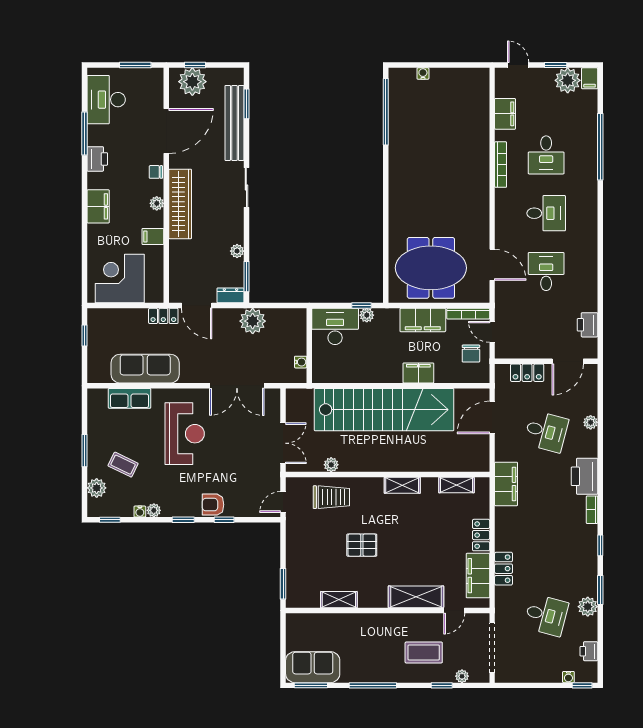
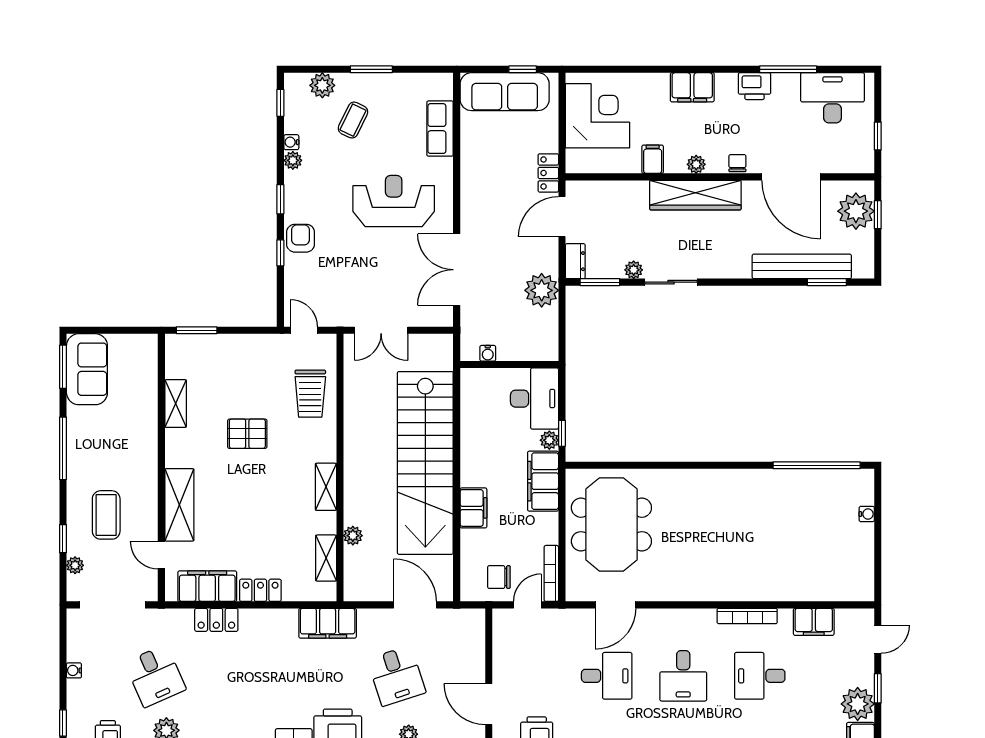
window: (135, 65) -> (878, 136), width x0.67
sliding door: (246, 187) -> (671, 282), moved
filing cabinet: (423, 320) -> (543, 481), moved
sofa: (145, 369) -> (505, 92), moved, turned 90
locker: (527, 373) -> (474, 651), removed
desk: (546, 432) -> (396, 676), turned -33
reception desk: (185, 434) -> (394, 201), turned 180
plant: (331, 465) -> (353, 536), moved
pallet: (362, 545) -> (247, 434), turned 90
desk: (546, 615) -> (155, 676), turned -39
water cooler: (568, 677) -> (74, 670), moved

